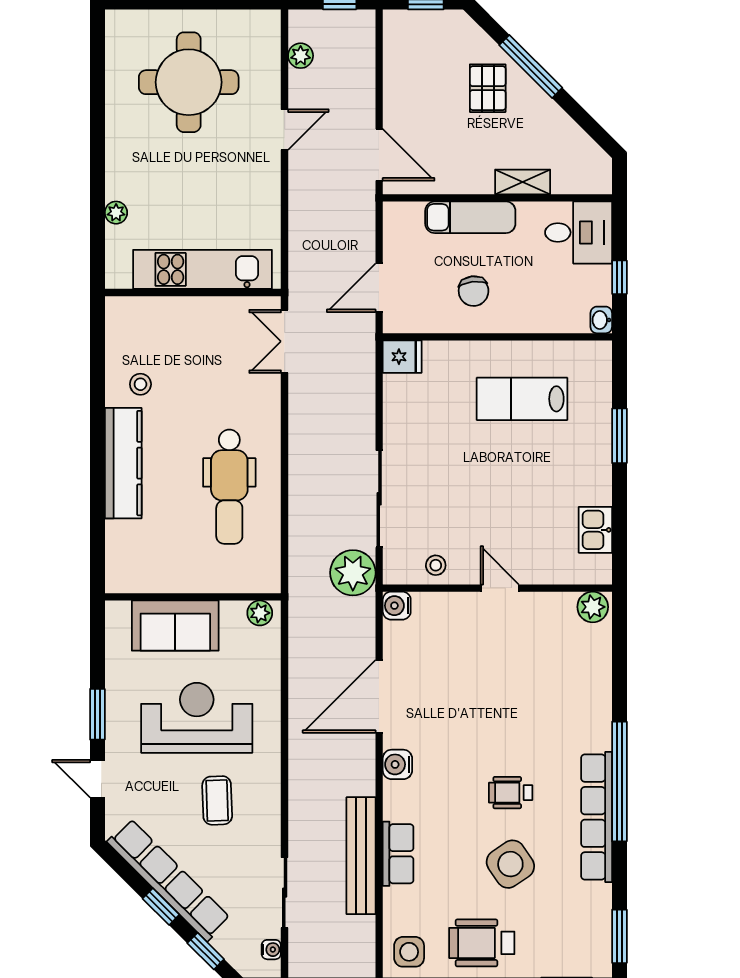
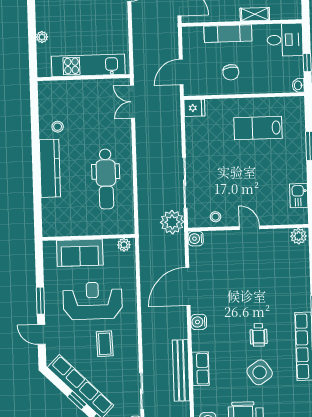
wheelchair: (511, 793) -> (259, 335), turned -90

